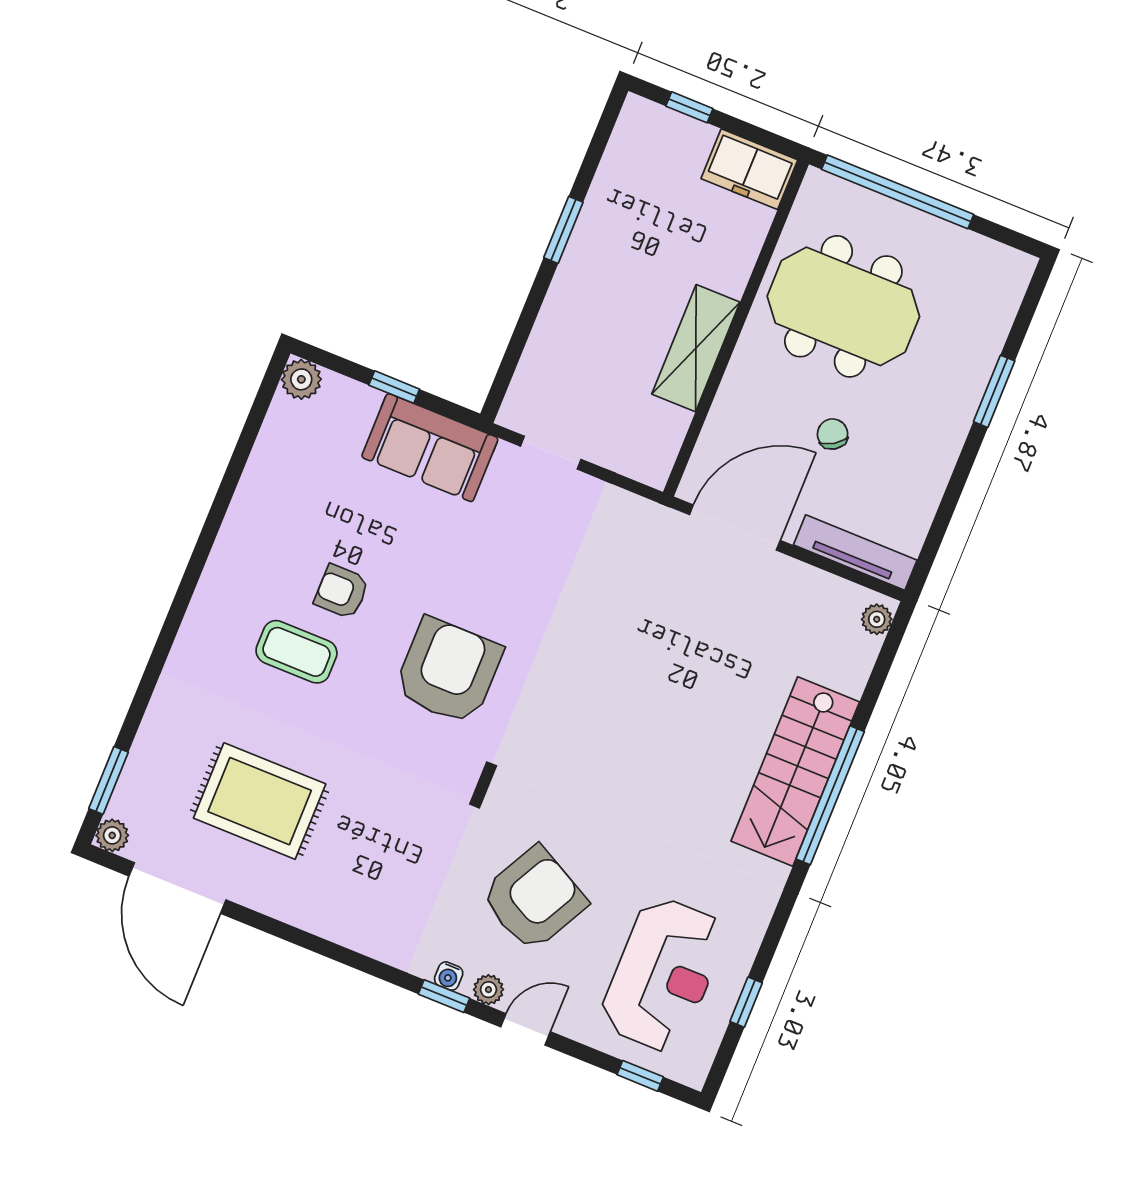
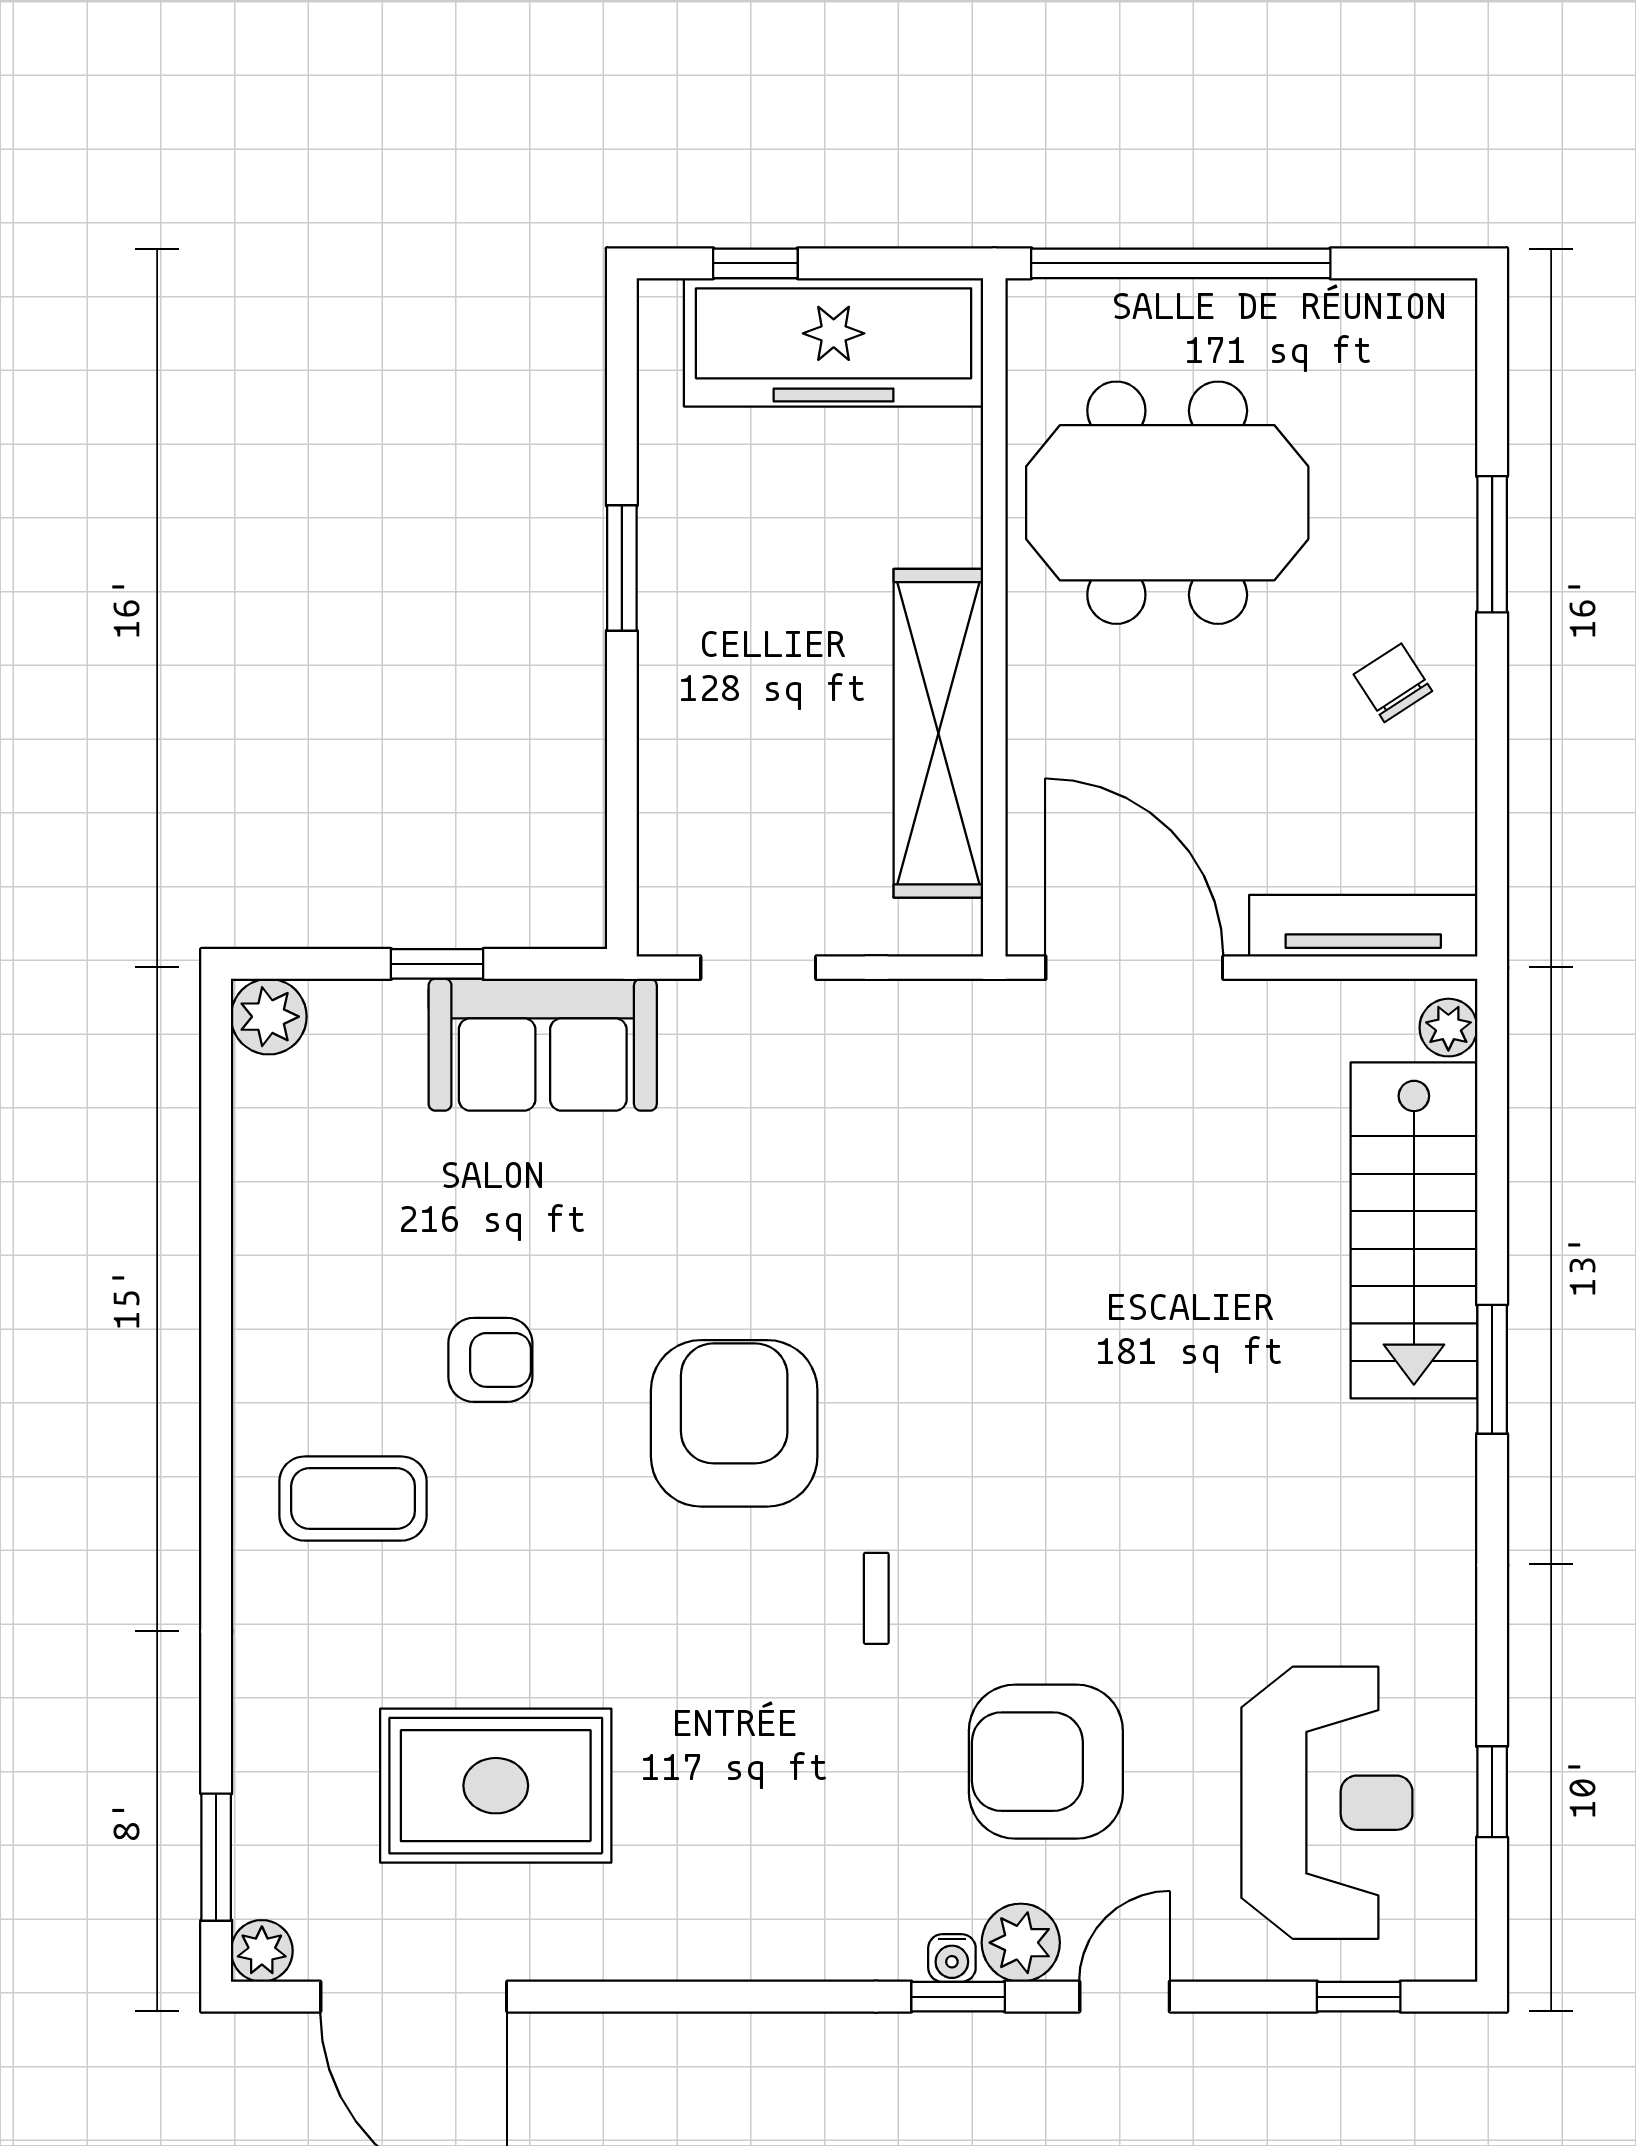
freezer: (749, 169) -> (834, 342), width x1.91, depth x1.26
shelving: (696, 348) -> (938, 733), width x1.47
chair: (833, 434) -> (1393, 683), moved
door: (735, 527) -> (1134, 968), hinge flipped
armchair: (342, 592) -> (490, 1360), turned 180
coffee table: (296, 652) -> (353, 1499), moved
stairs: (795, 771) -> (1414, 1230), moved
window: (830, 795) -> (1492, 1369), width x0.47
armchair: (534, 899) -> (1046, 1762), turned -118
plant: (488, 990) -> (1021, 1943), width x1.38, depth x1.38

